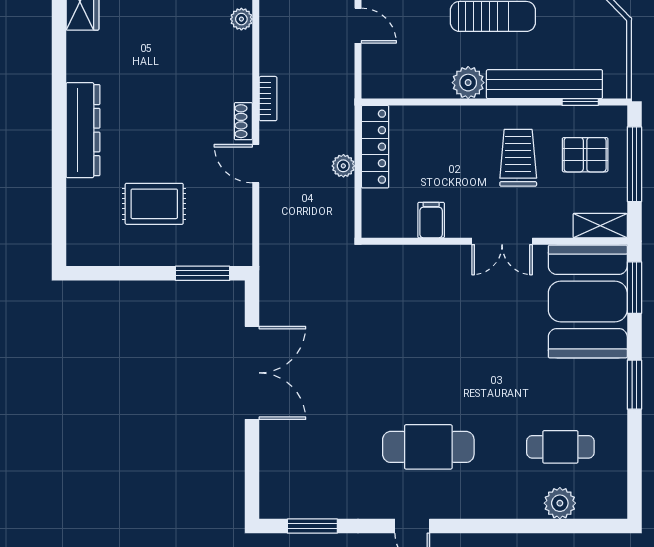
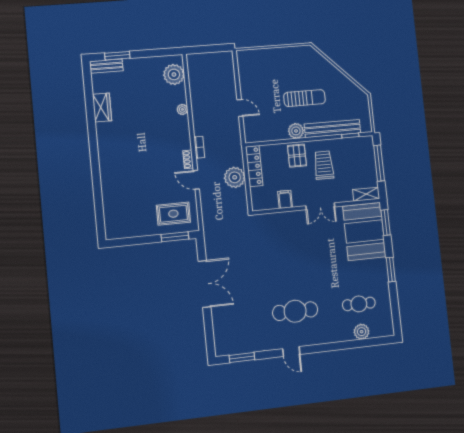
dresser: (83, 130) -> (108, 171), removed
pallet: (585, 155) -> (297, 156), moved, turned 90
plant: (343, 166) -> (235, 177), width x1.88, depth x1.88
rug: (154, 204) -> (173, 214), moved

